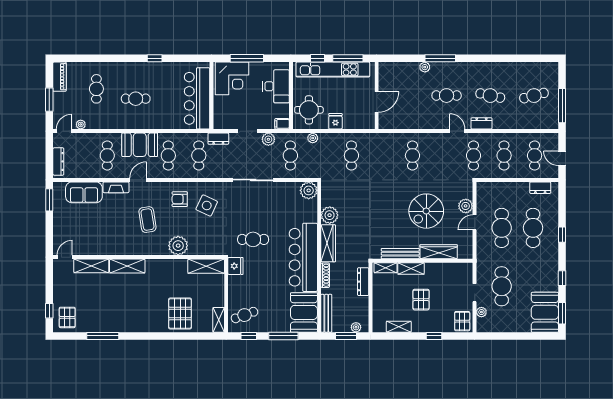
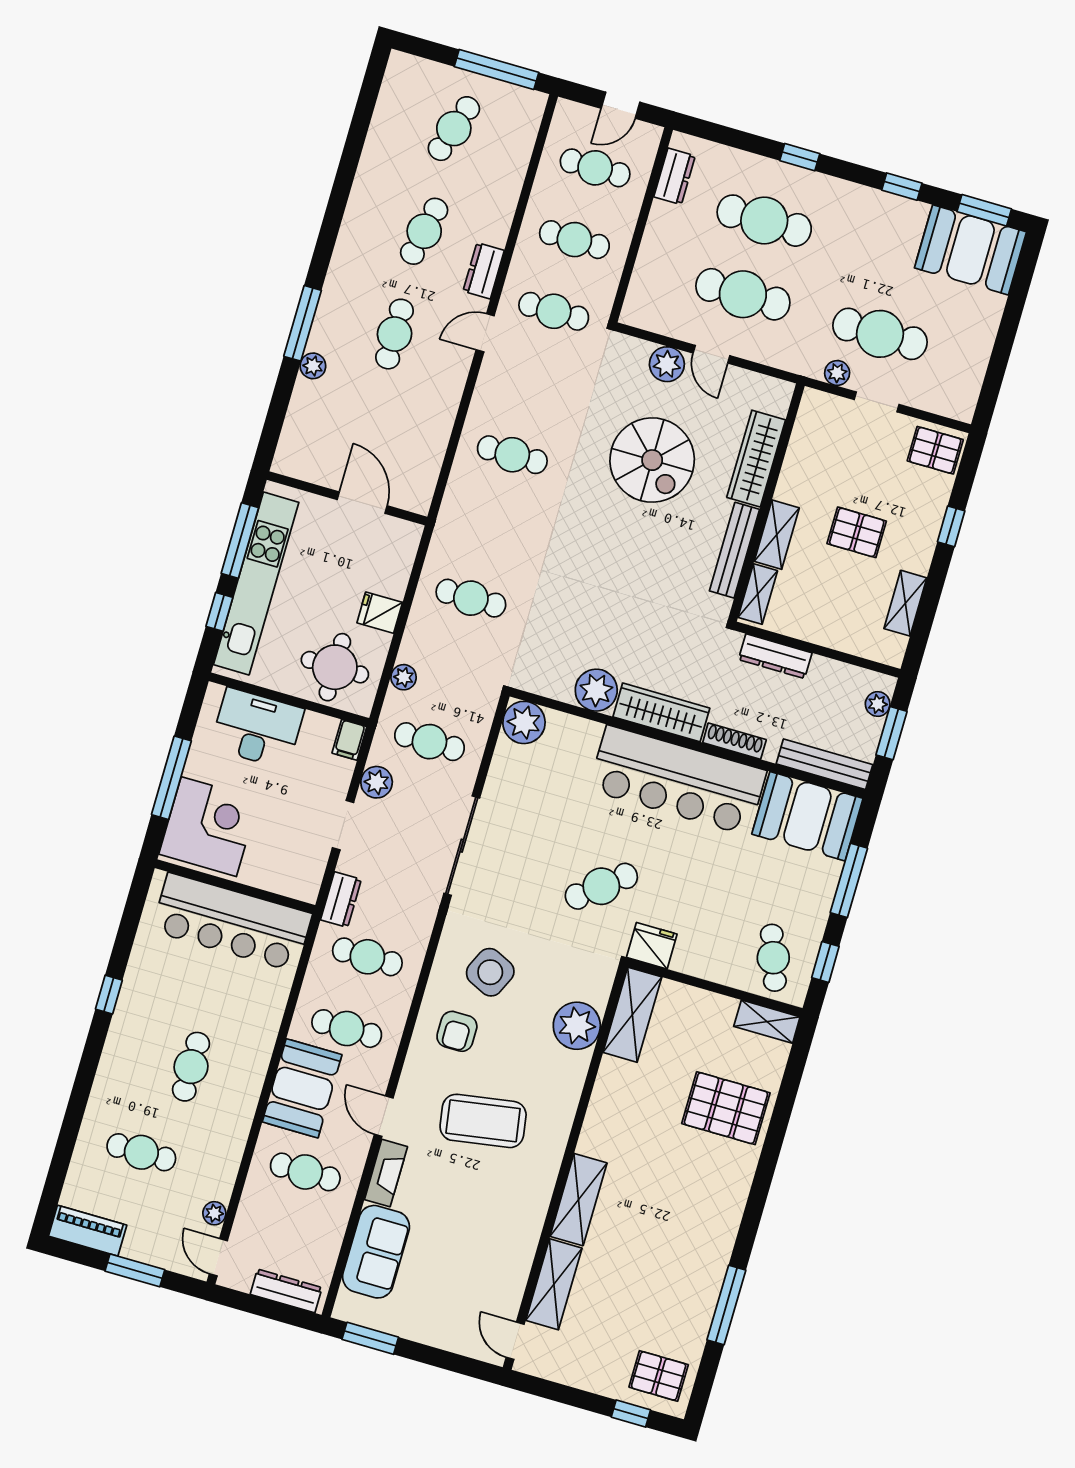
cafe table: (534, 96) -> (454, 129), turned 33
coffee table: (147, 220) -> (483, 1121), width x1.36, depth x1.32
cafe table: (253, 239) -> (601, 886), turned 51
plant: (178, 246) -> (577, 1026), moved
plant: (481, 312) -> (837, 373), moved

